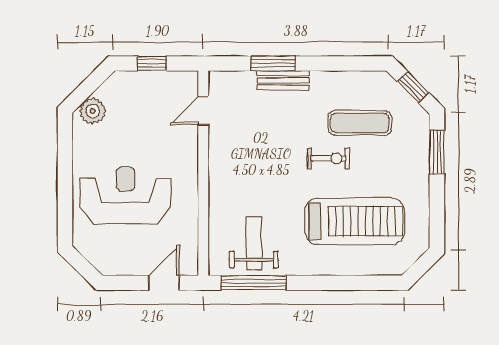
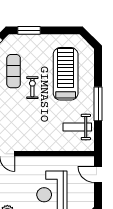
window: (254, 283) -> (98, 104), moved

